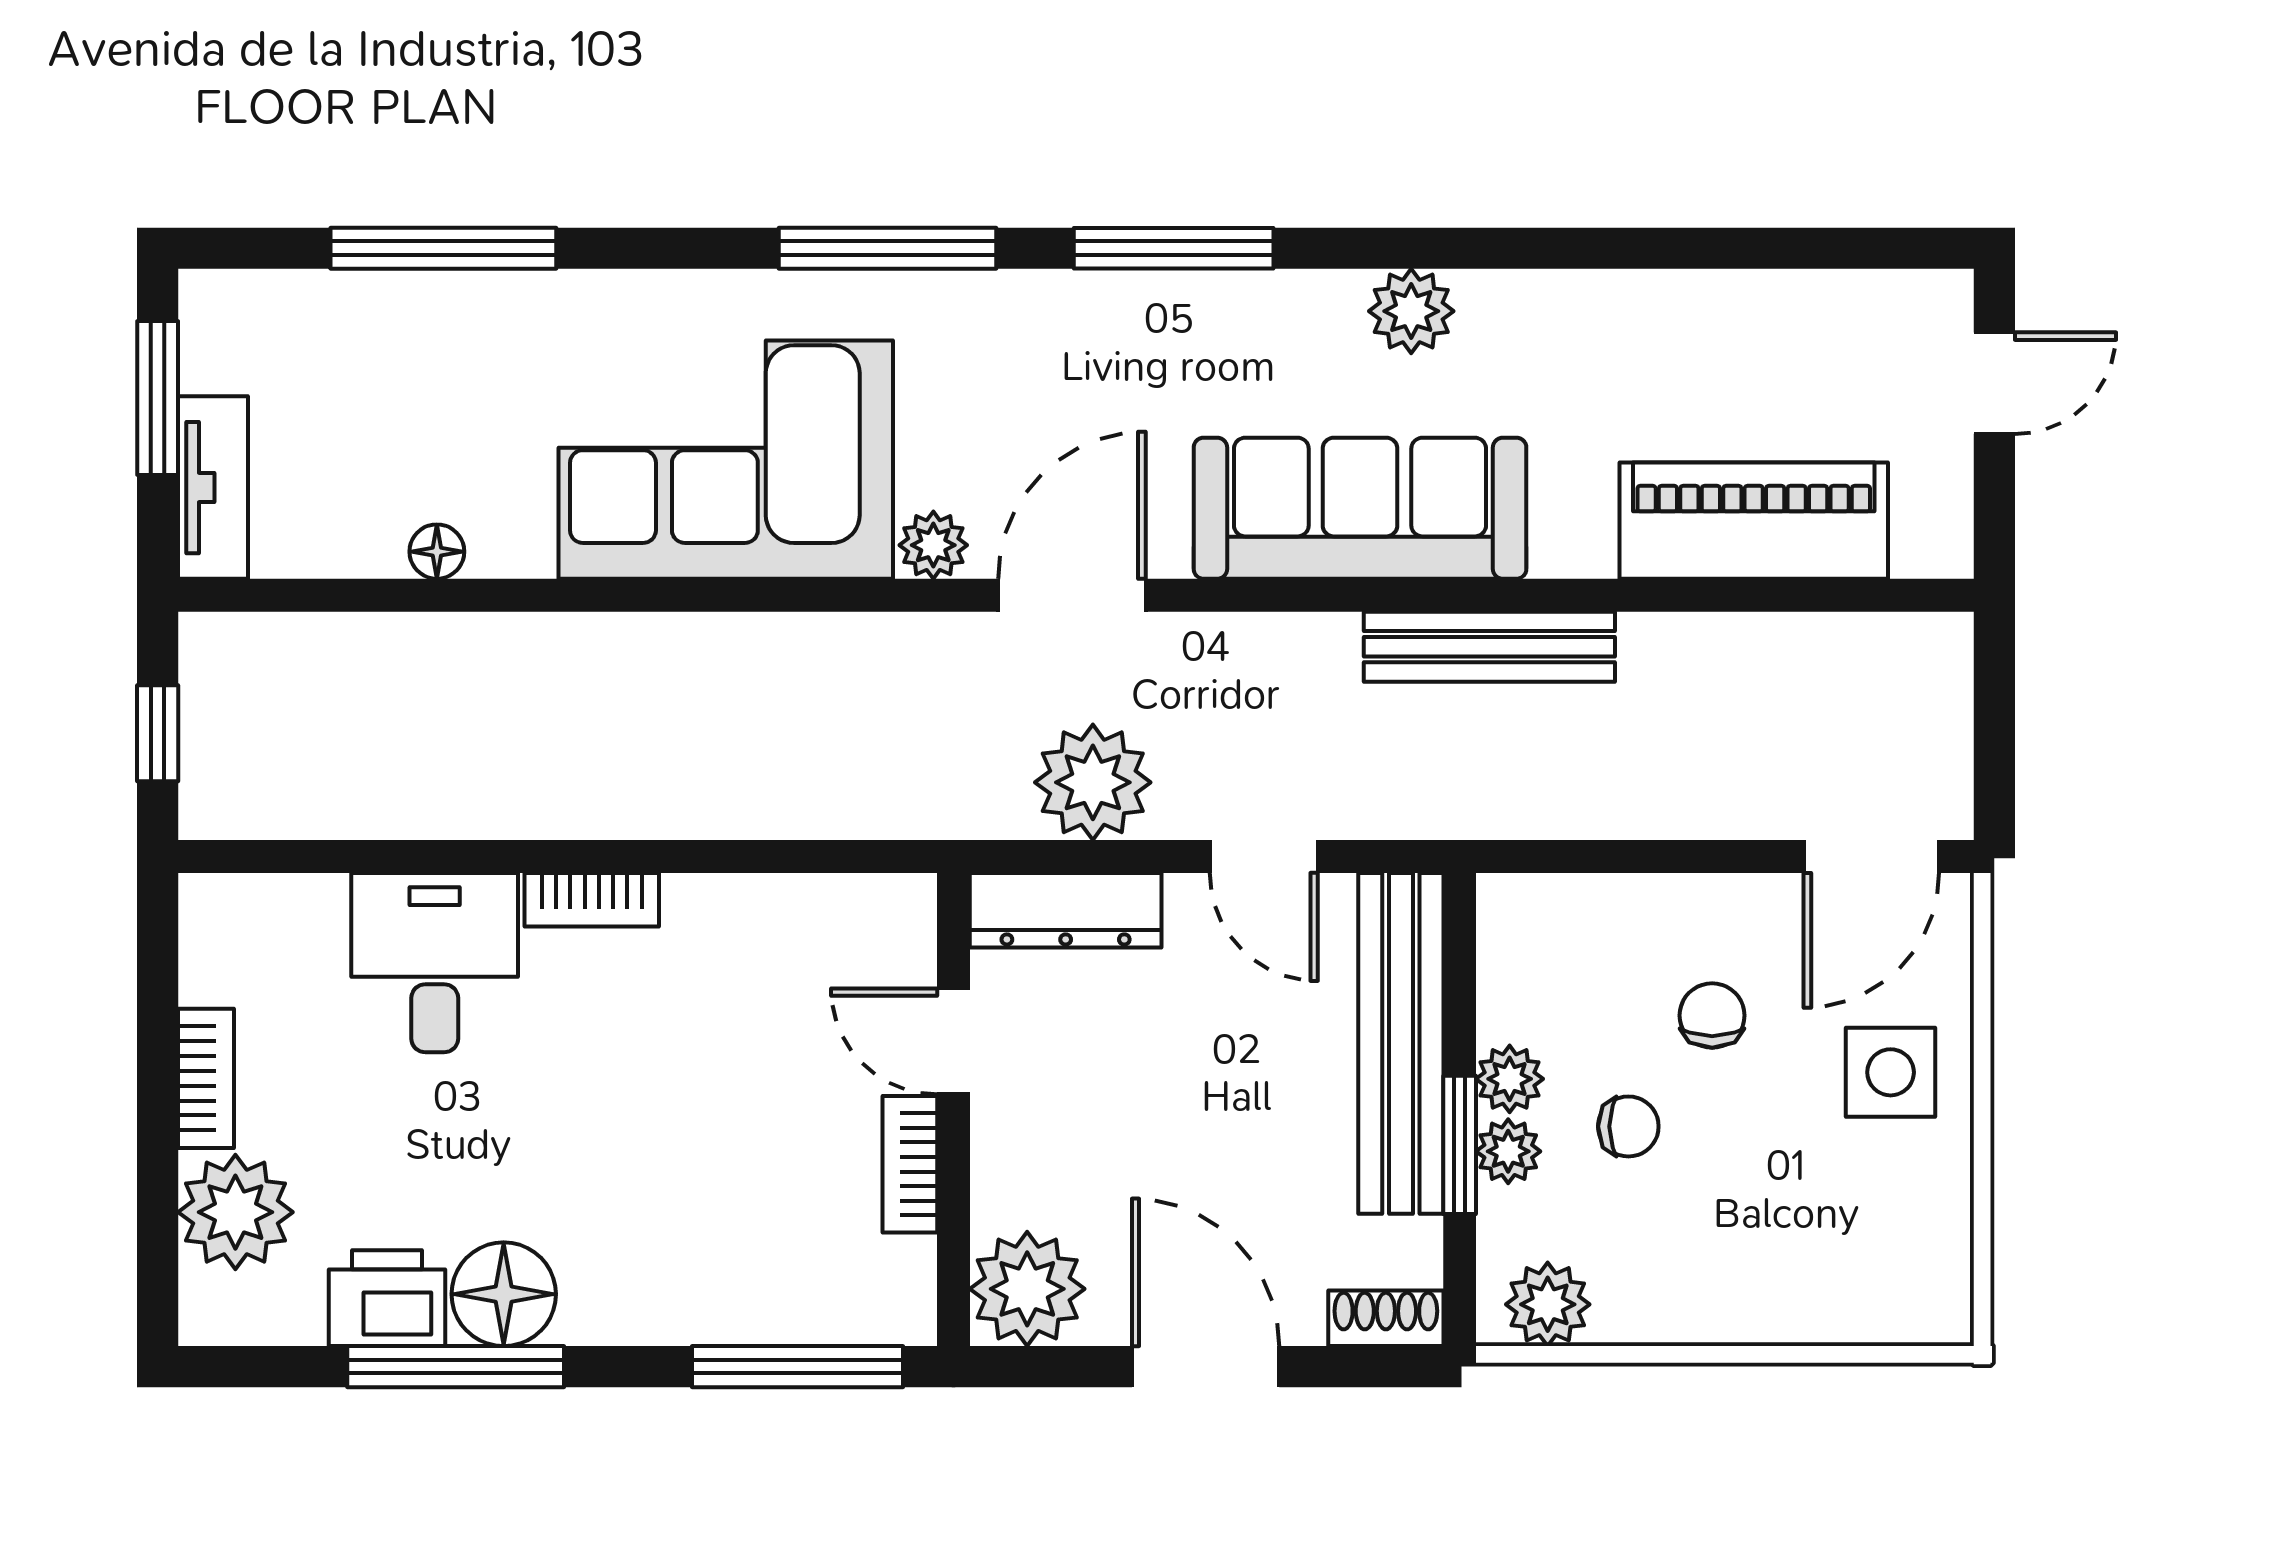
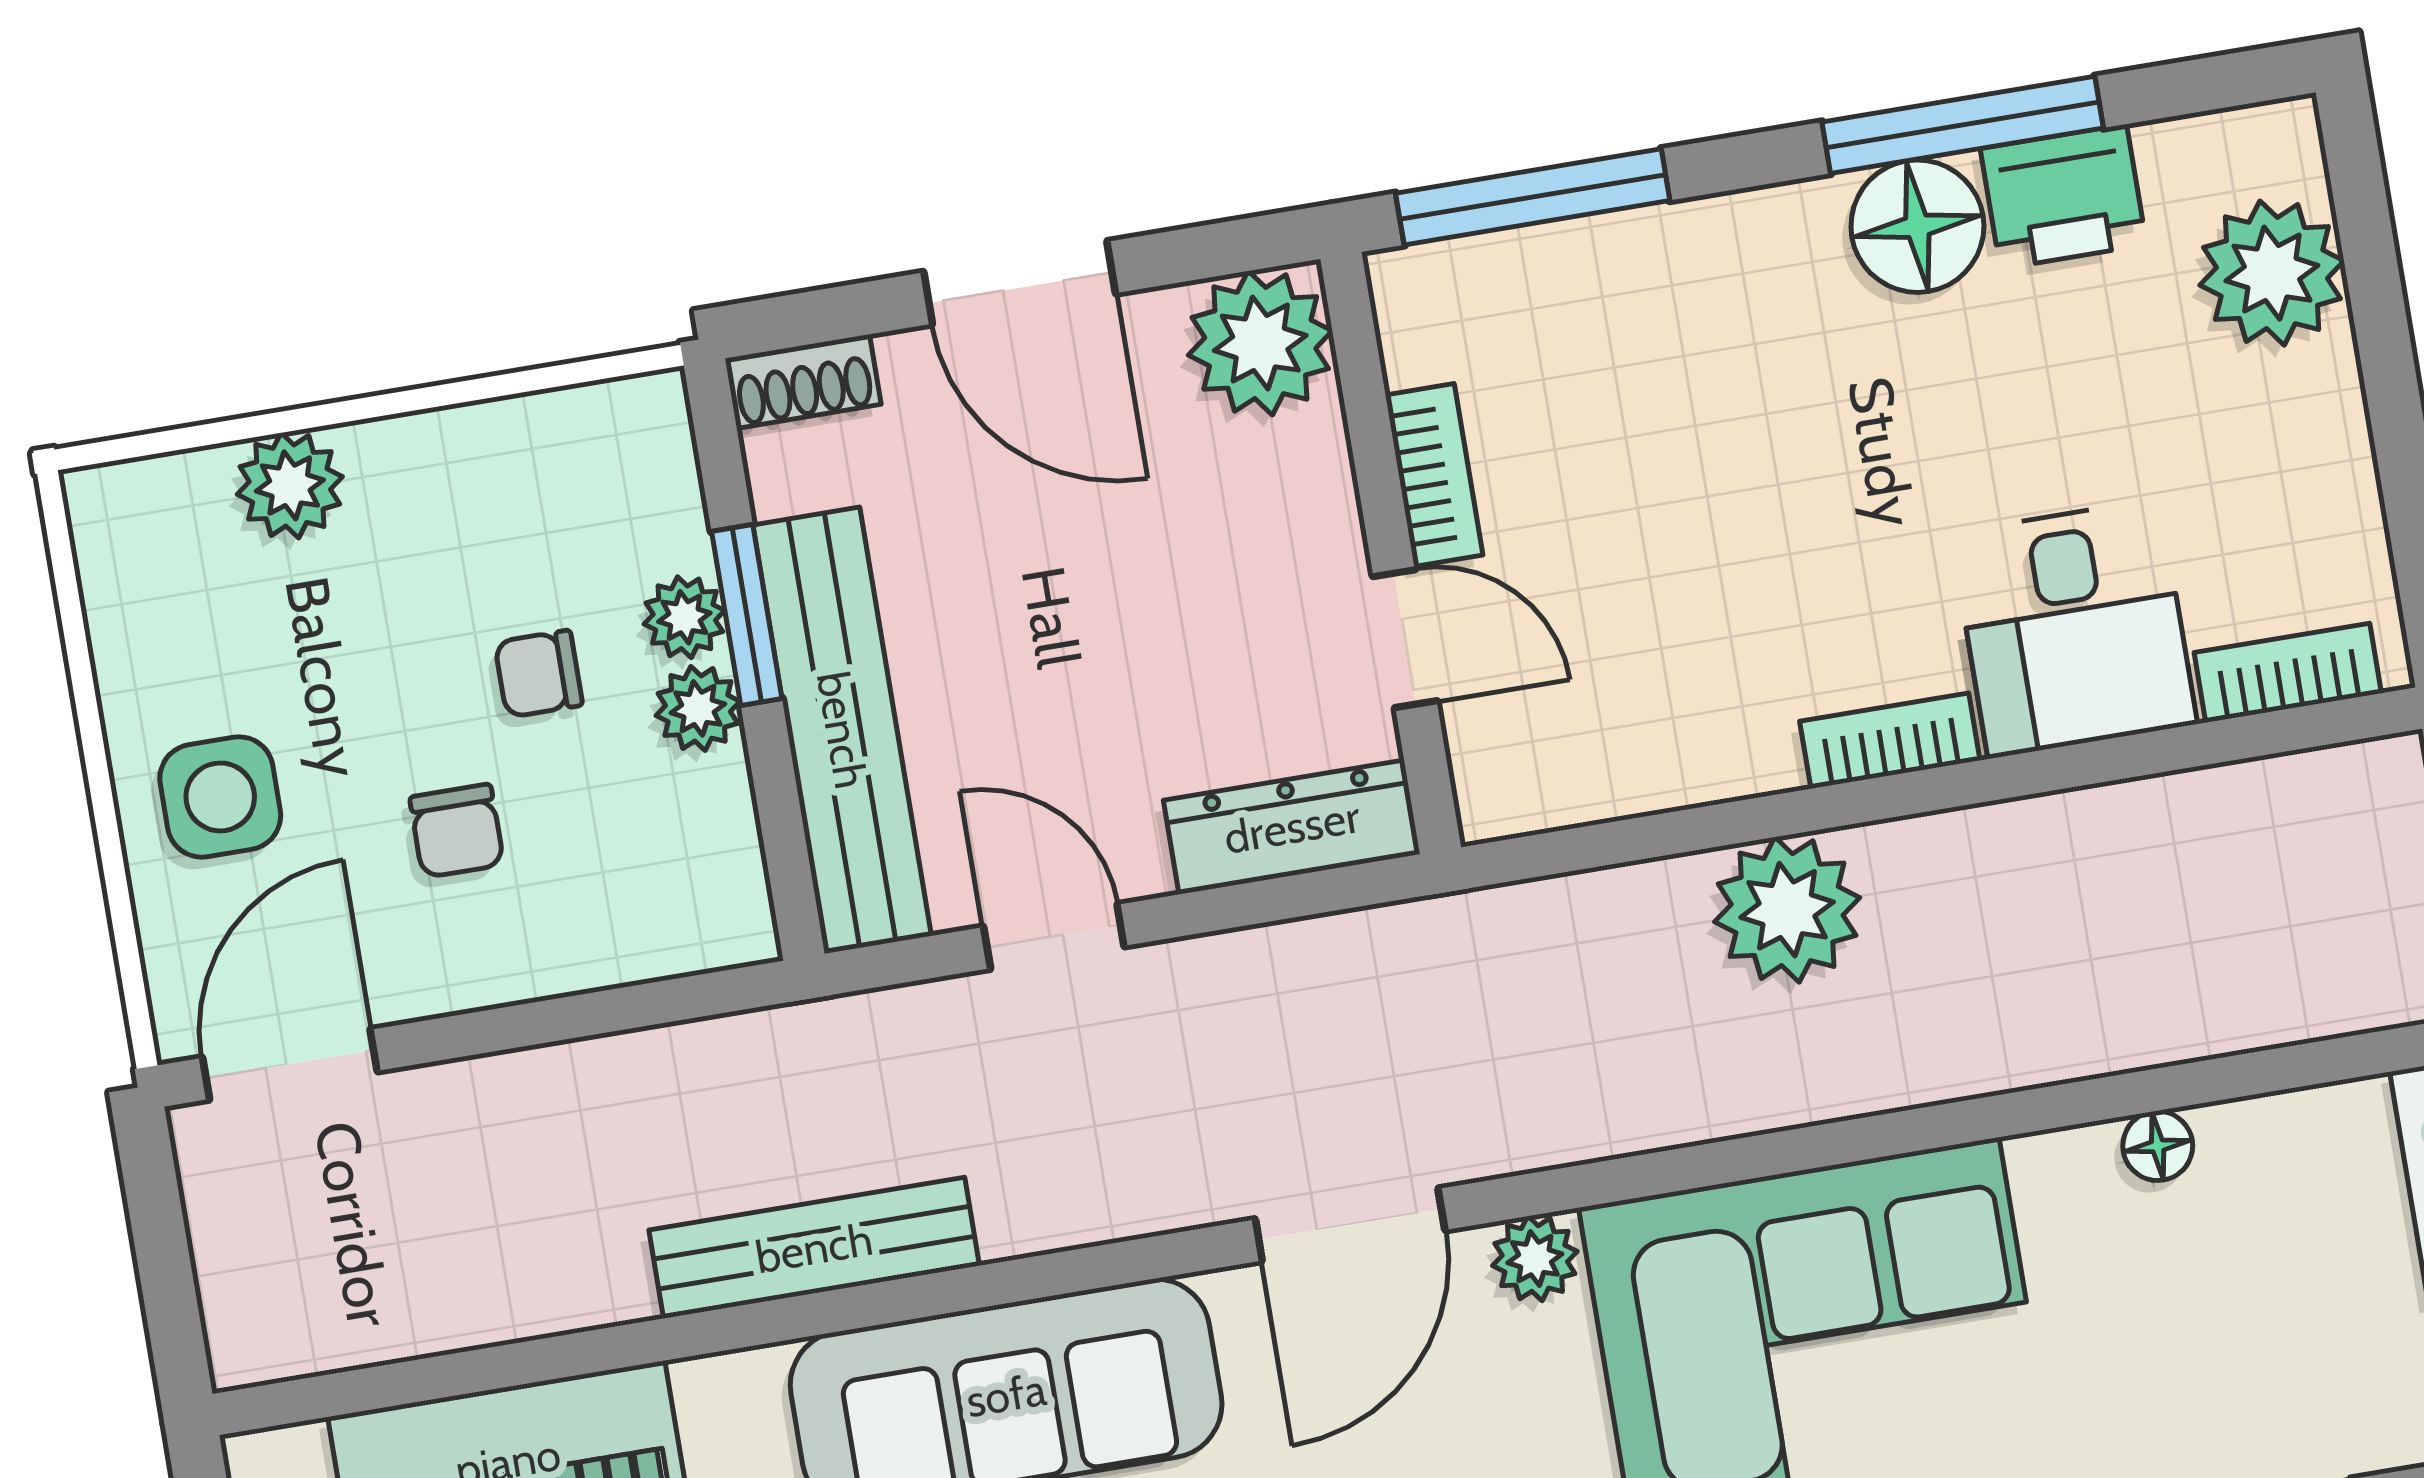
plant: (1093, 782) -> (1787, 910), moved
bookcase: (206, 1078) -> (2288, 673), moved, turned 90
plant: (1548, 1304) -> (290, 485), moved

